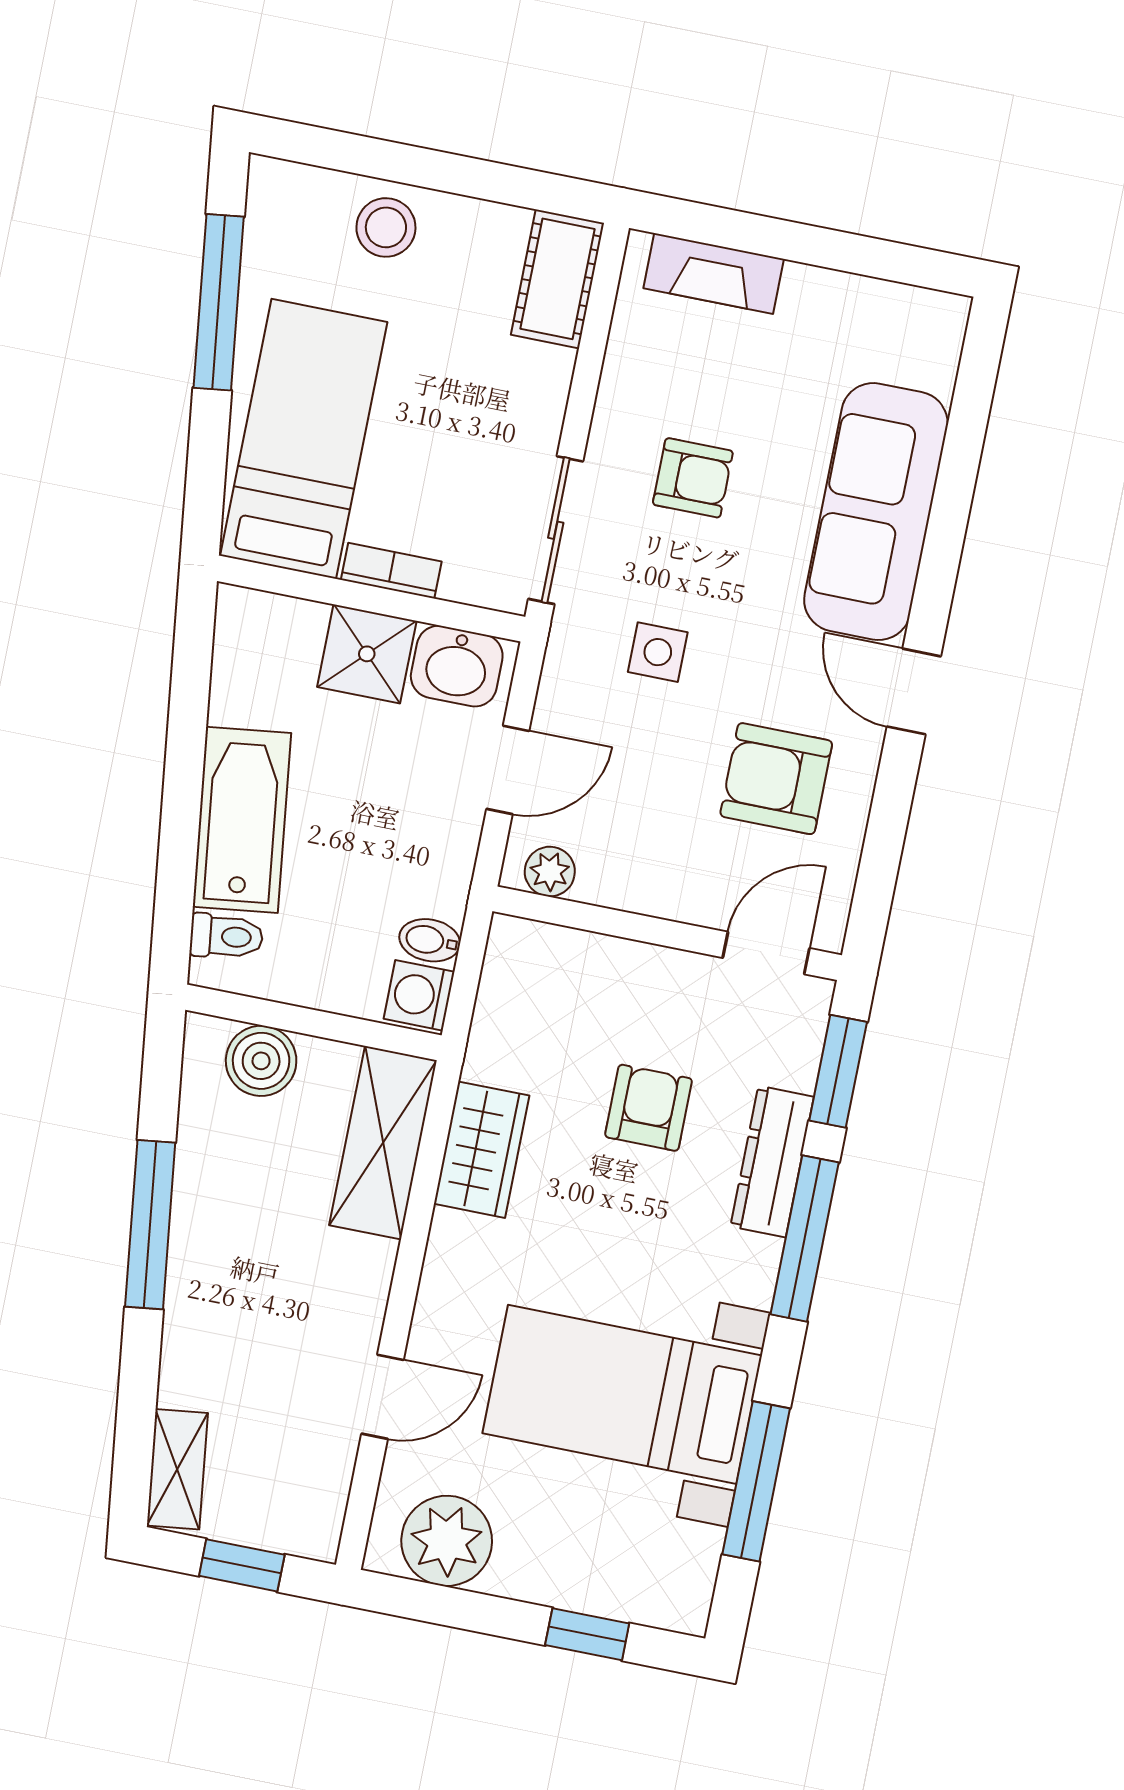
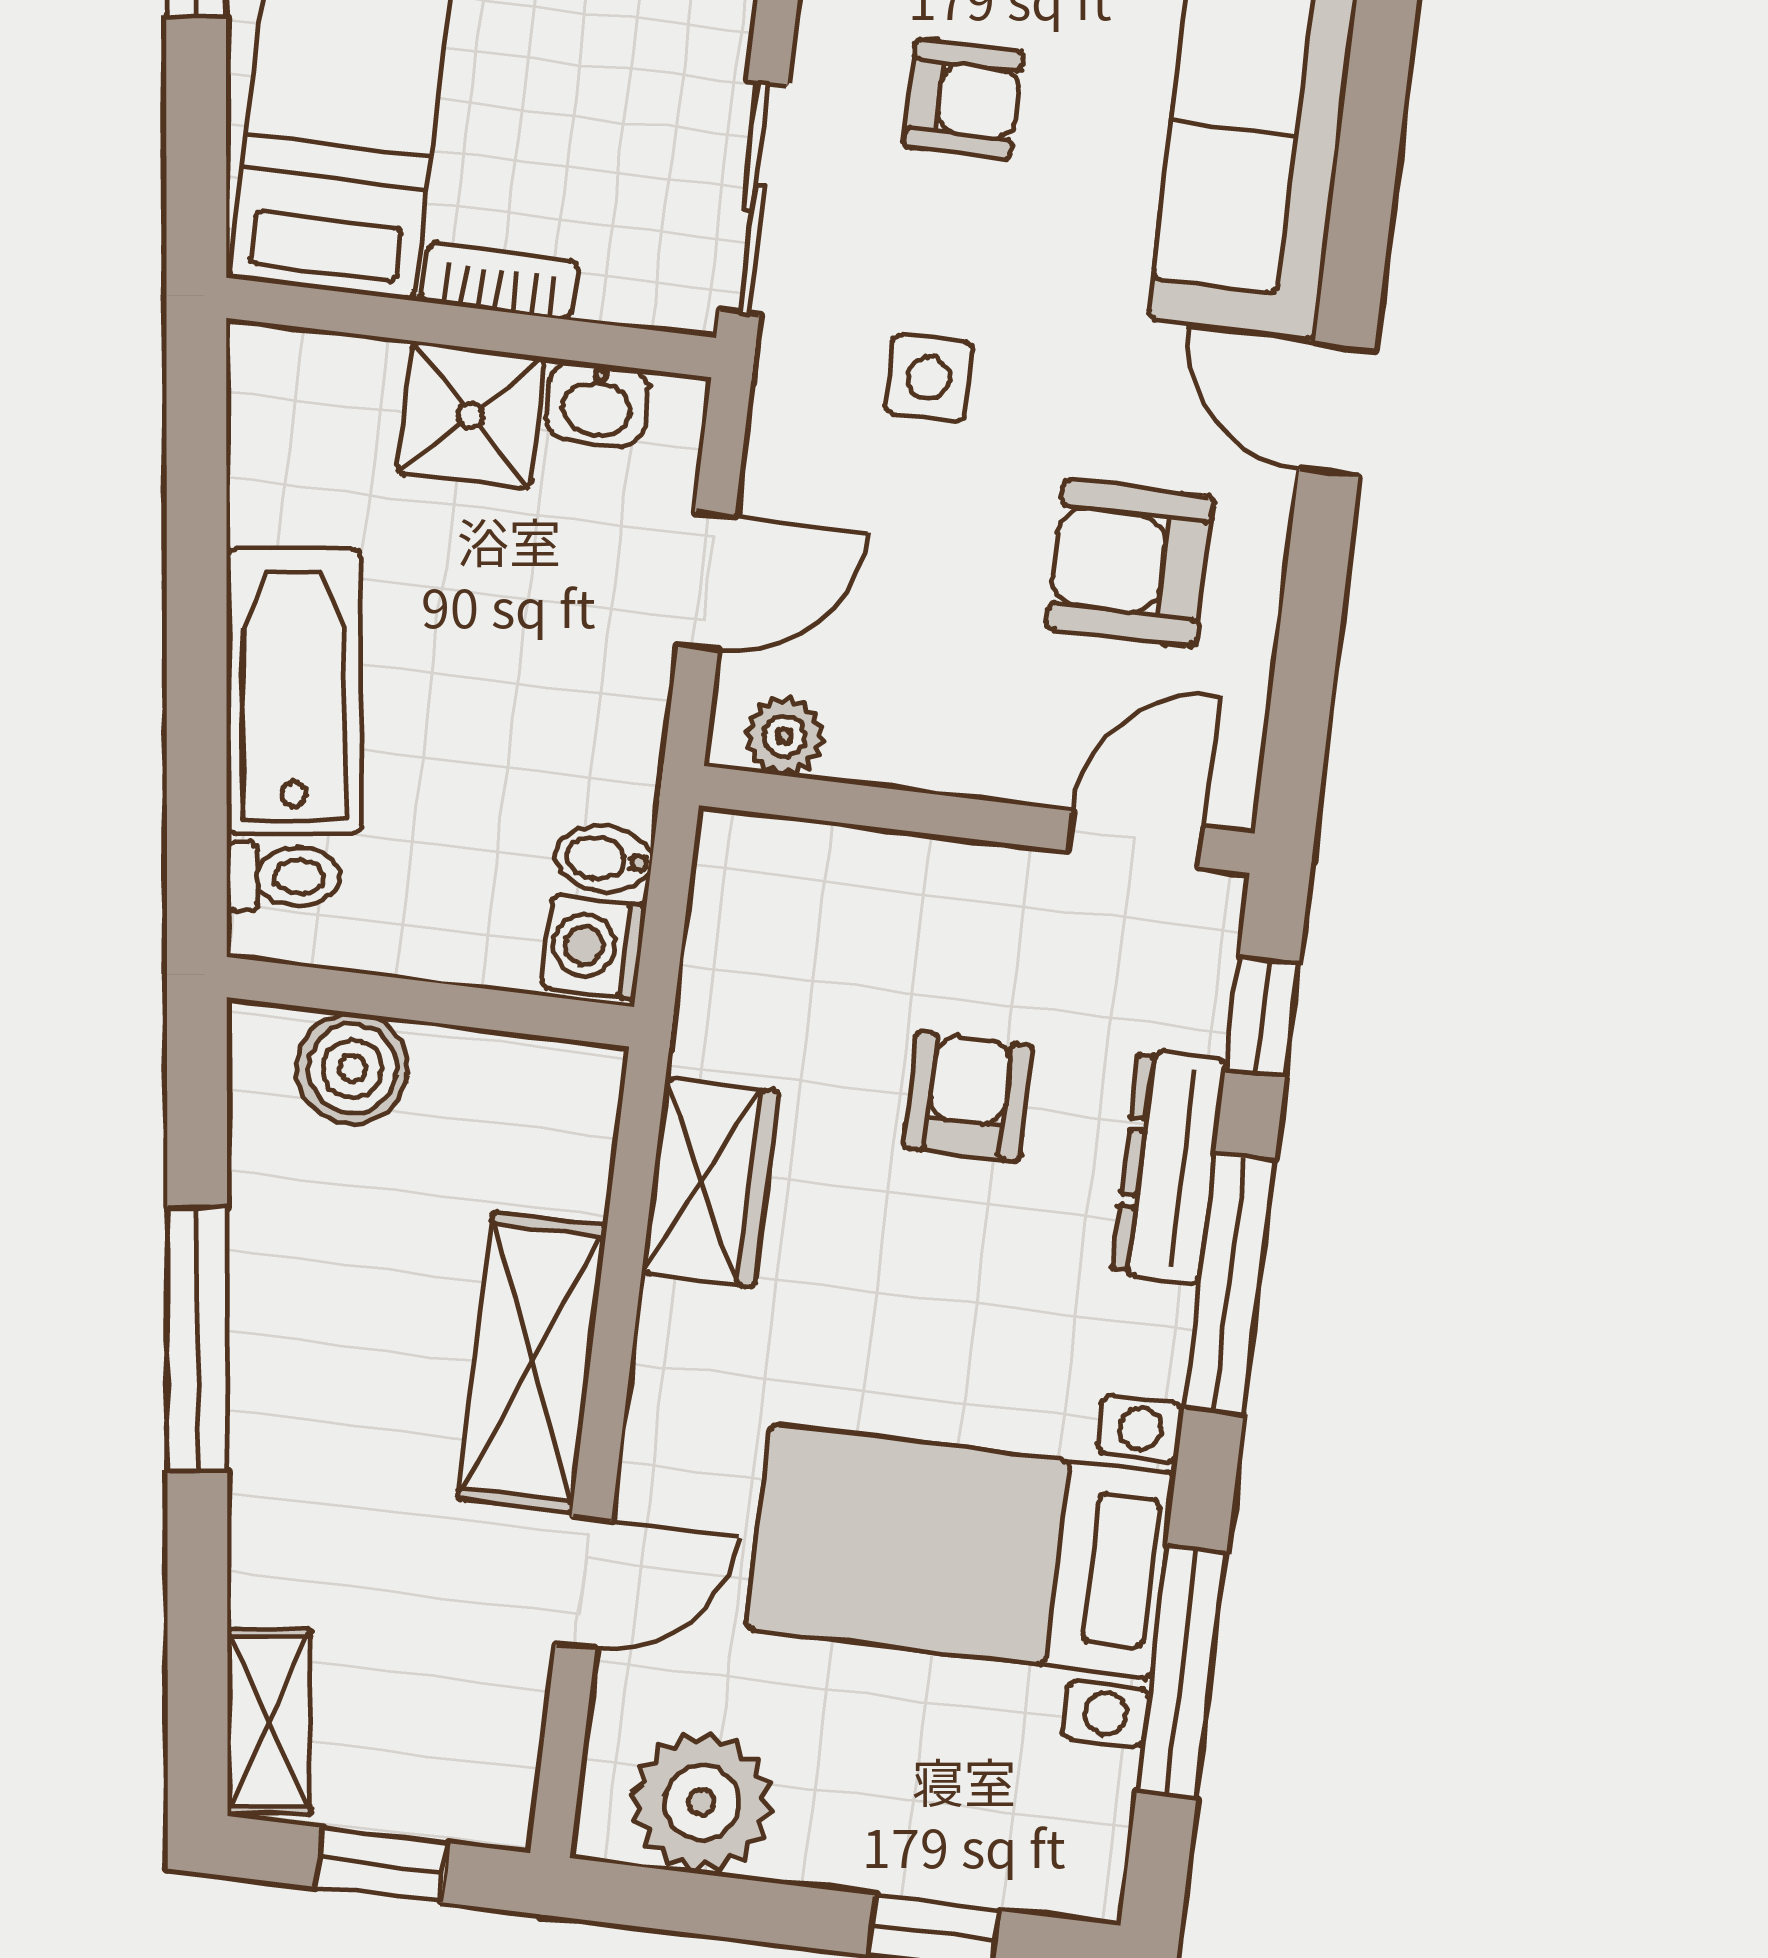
washbasin: (457, 666) -> (597, 404), width x0.72, depth x0.69
window: (838, 1071) -> (1262, 1017), width x0.67
shelving: (383, 1143) -> (532, 1362), moved

